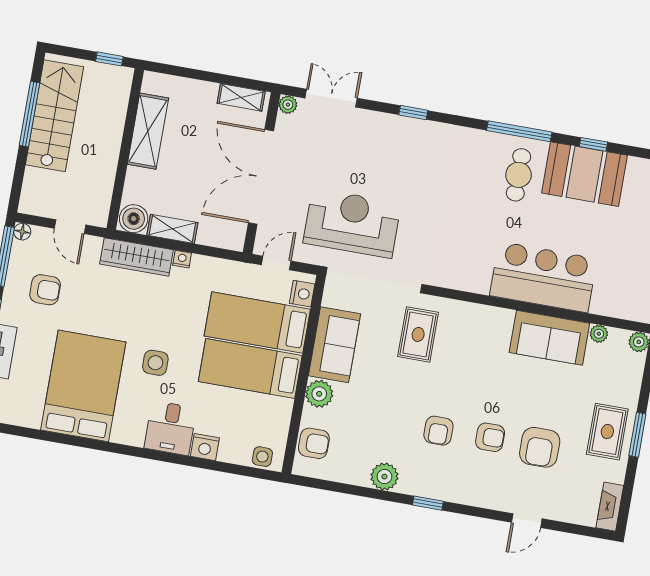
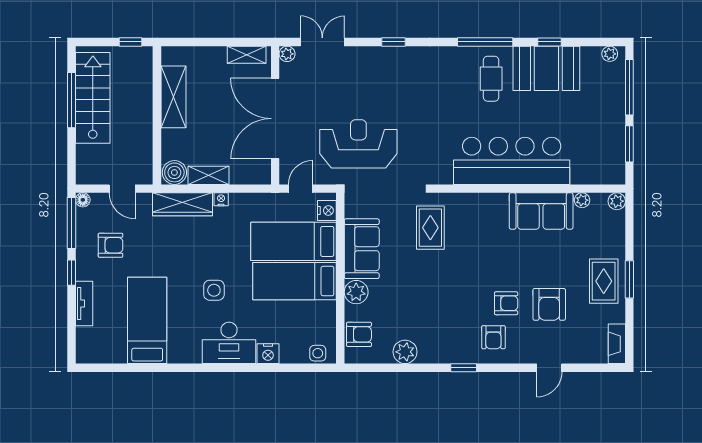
bar counter: (543, 277) -> (512, 161), width x1.36
bed: (83, 386) -> (147, 320), width x0.67
desk: (170, 428) -> (229, 343), width x1.37
armchair: (438, 431) -> (493, 337), moved
plant: (384, 477) -> (405, 352), moved

